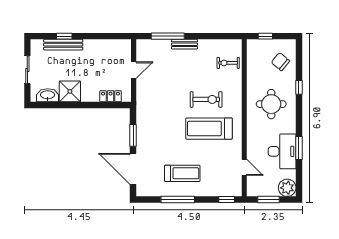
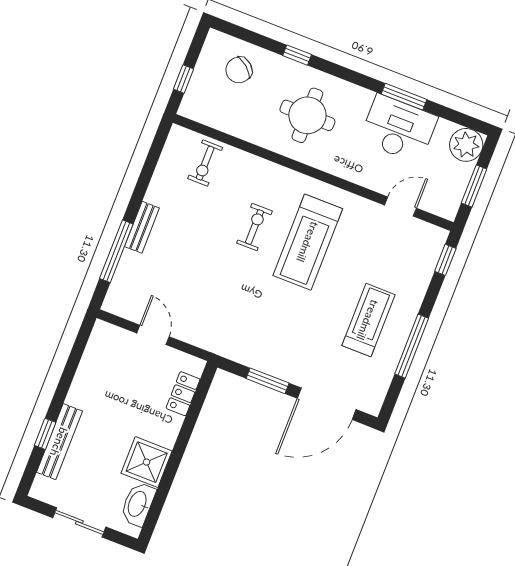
exercise bike: (206, 99) -> (254, 227), width x0.73, depth x0.72

